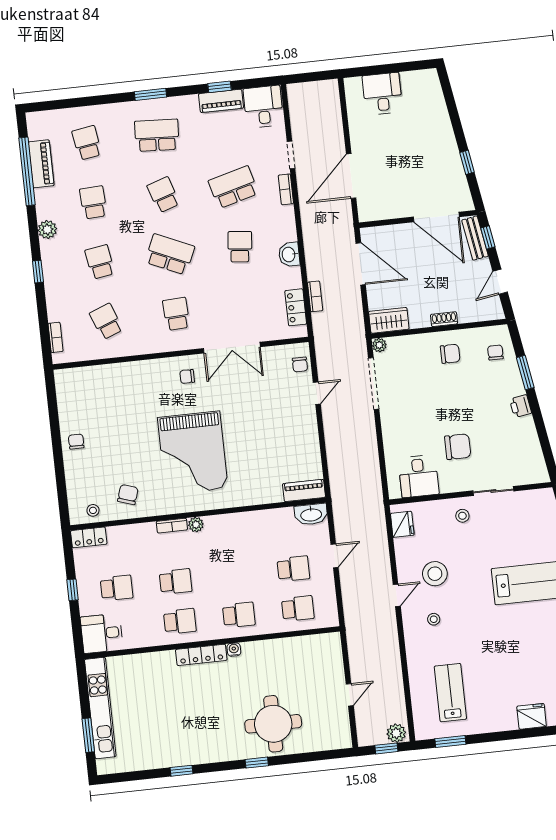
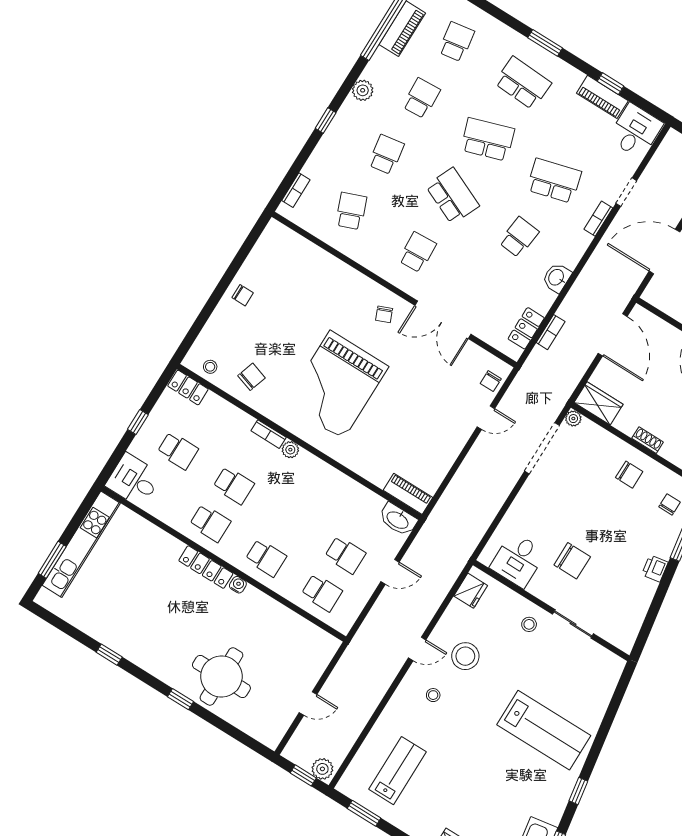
school desk: (163, 195) -> (488, 139), width x1.85
chair: (187, 376) -> (384, 314), turned -112
chair: (76, 442) -> (243, 295), turned 90

